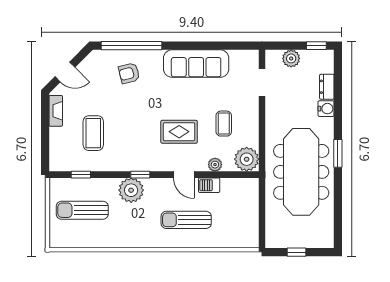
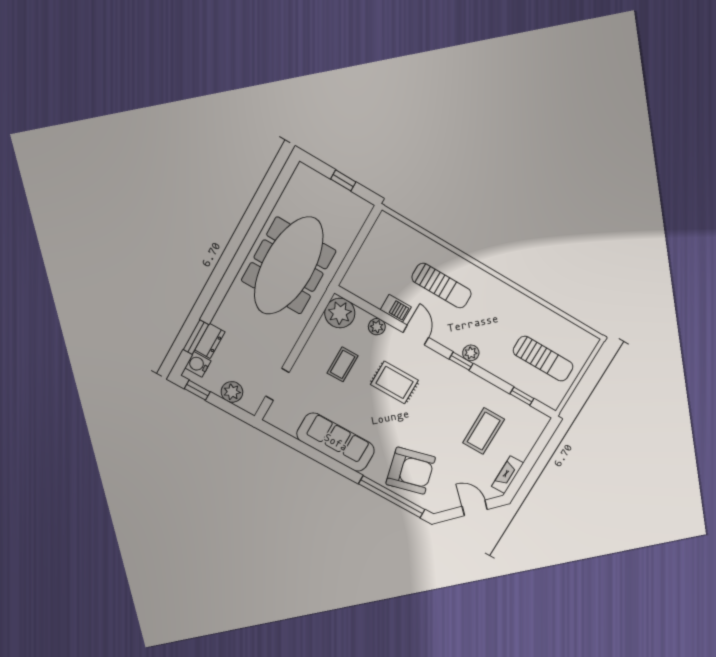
armchair: (129, 73) -> (411, 471), width x1.88, depth x1.88
water cooler: (326, 109) -> (198, 364), moved
window: (338, 153) -> (196, 337), moved
plant: (131, 190) -> (471, 353), width x0.53, depth x0.53

